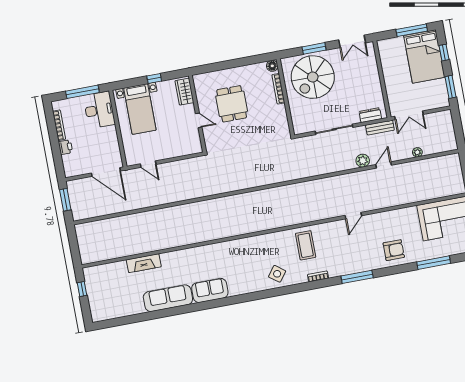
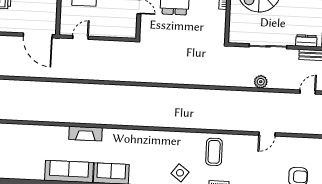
plant: (363, 161) -> (261, 82), moved
door: (148, 164) -> (80, 37), swing flipped
fireplace: (144, 263) -> (85, 134), moved

